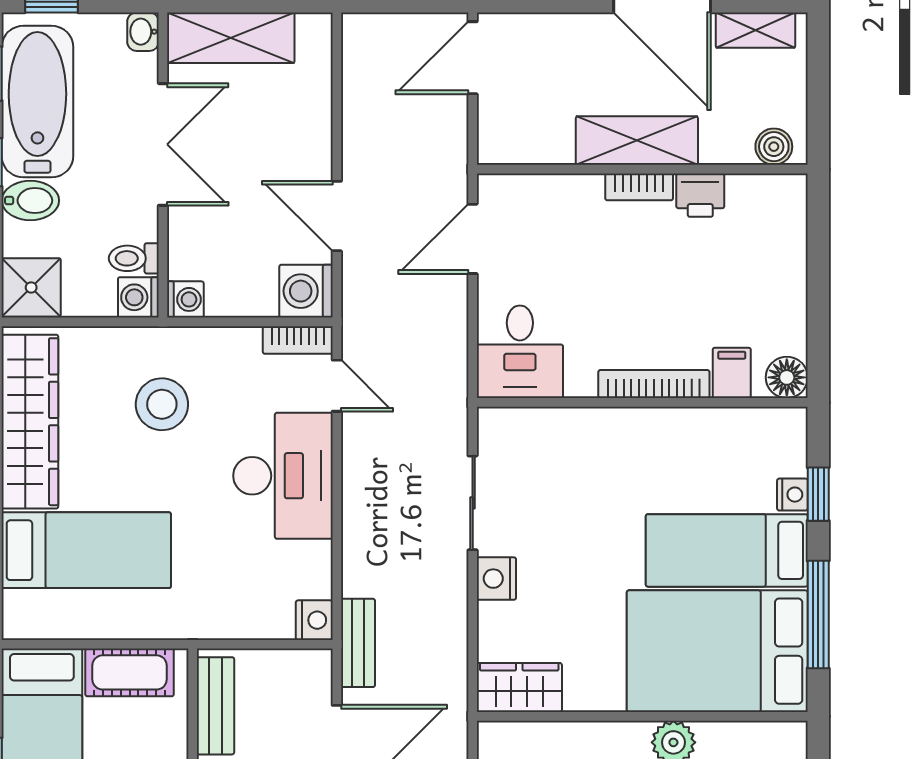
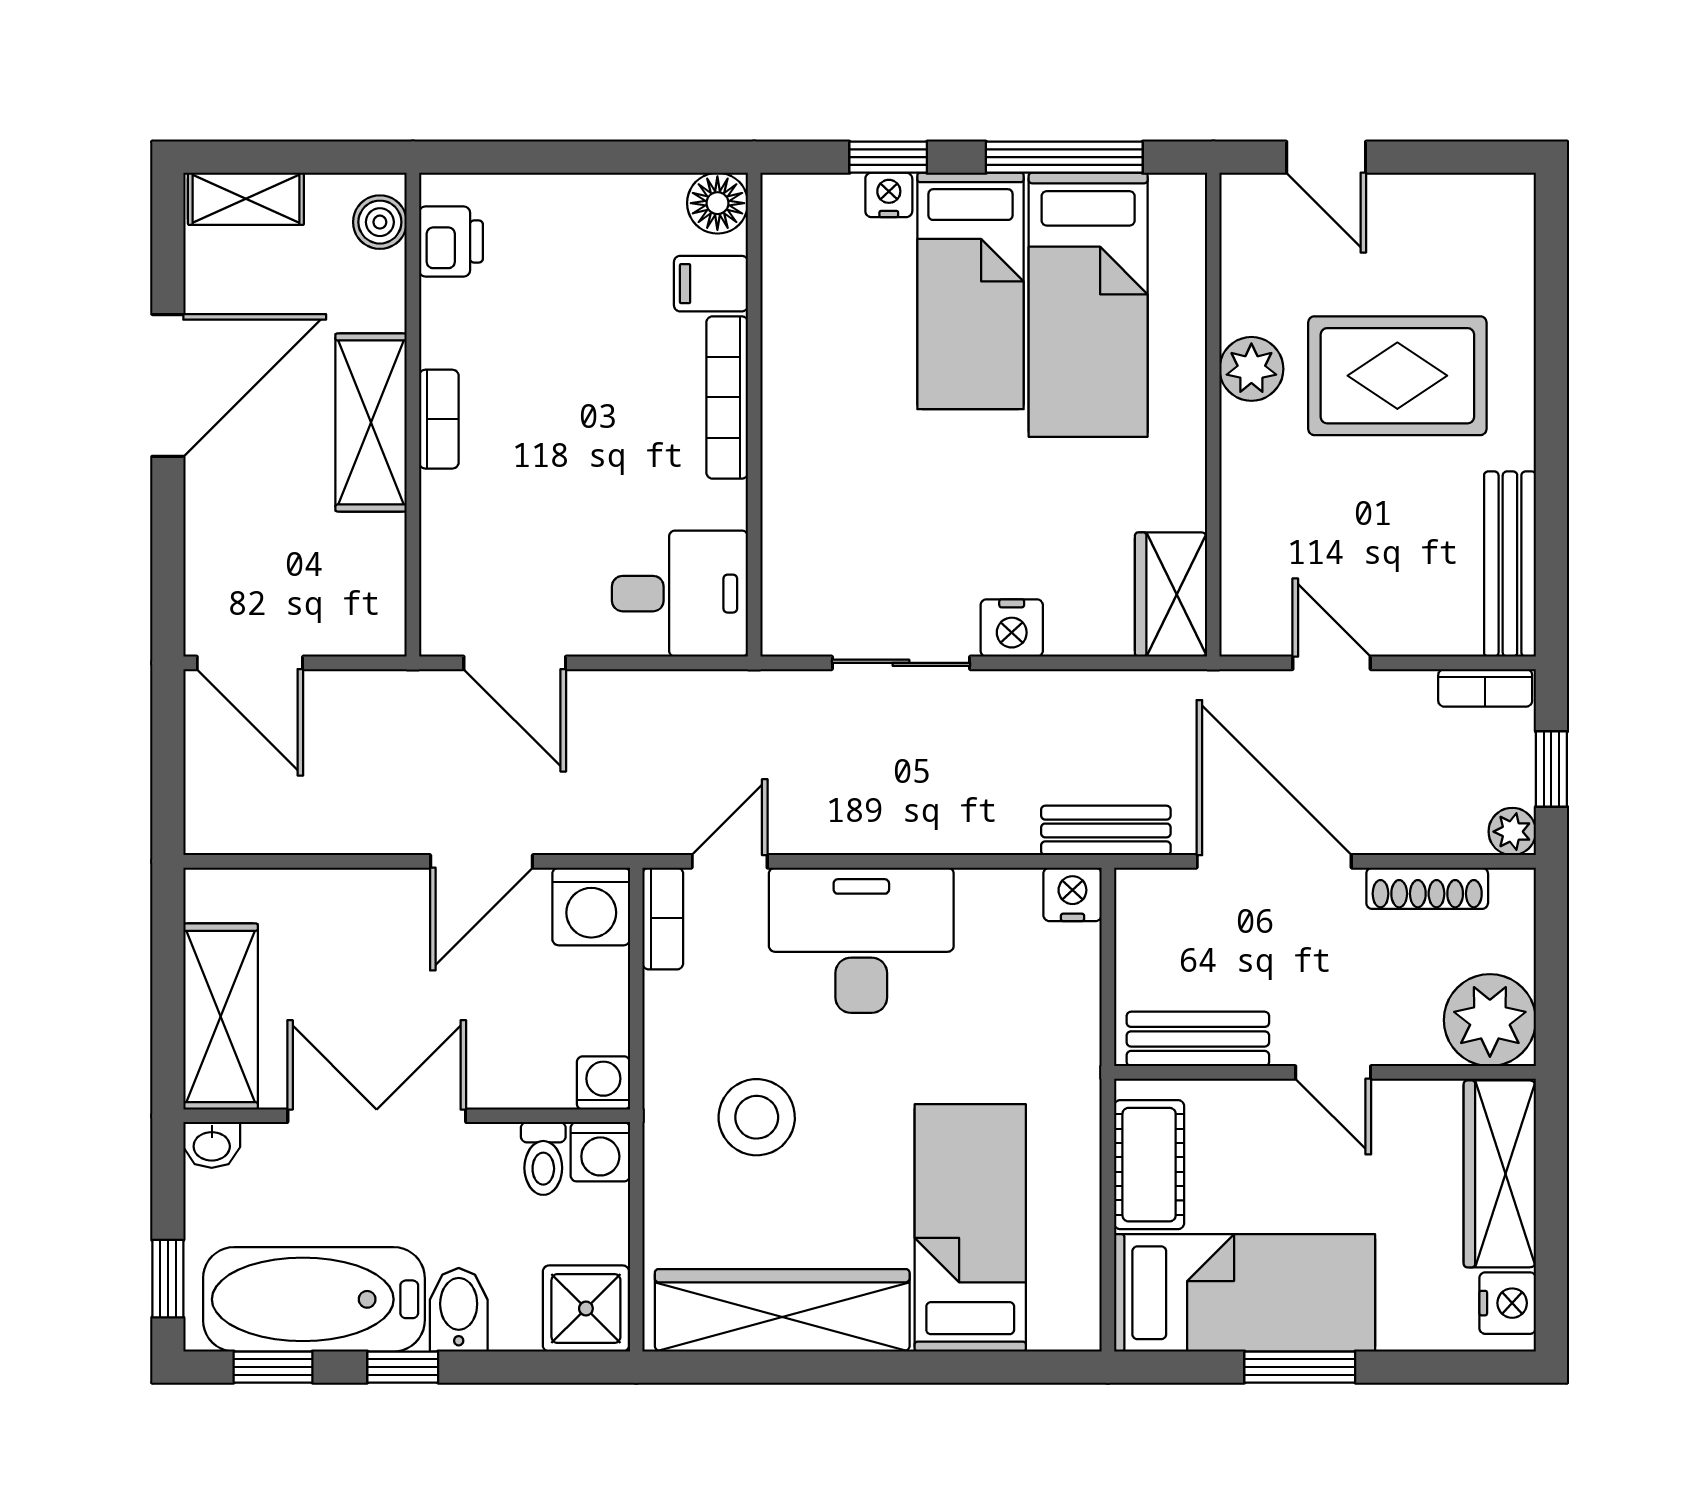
shelving: (755, 30) -> (246, 199), moved, turned 90
printer: (700, 195) -> (451, 242), moved
bed: (717, 651) -> (1088, 305), width x0.67

